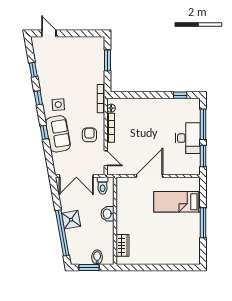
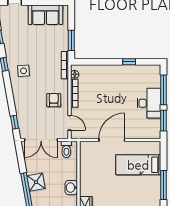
window: (107, 60) -> (71, 40), moved
window: (180, 95) -> (129, 62), moved
window: (44, 132) -> (14, 122), moved
sofa: (58, 134) -> (45, 15), moved, turned 100
washbasin: (108, 214) -> (71, 188), moved

